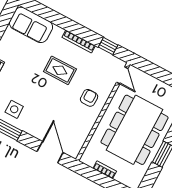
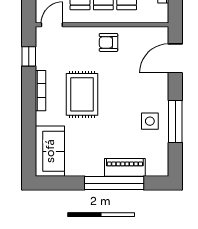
rug: (60, 70) -> (82, 94), width x1.36, depth x1.43
armchair: (89, 98) -> (108, 42), moved

